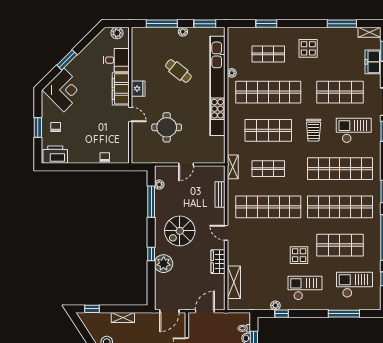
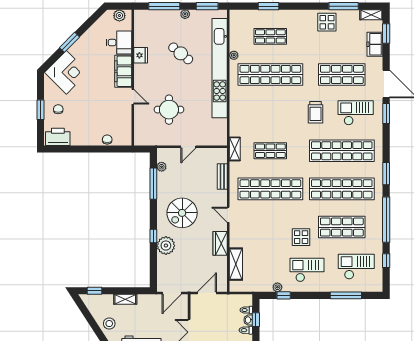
display table: (308, 48) -> (327, 22), moved
fridge: (138, 89) -> (141, 55), moved
shop shelf: (268, 130) -> (270, 113), removed

